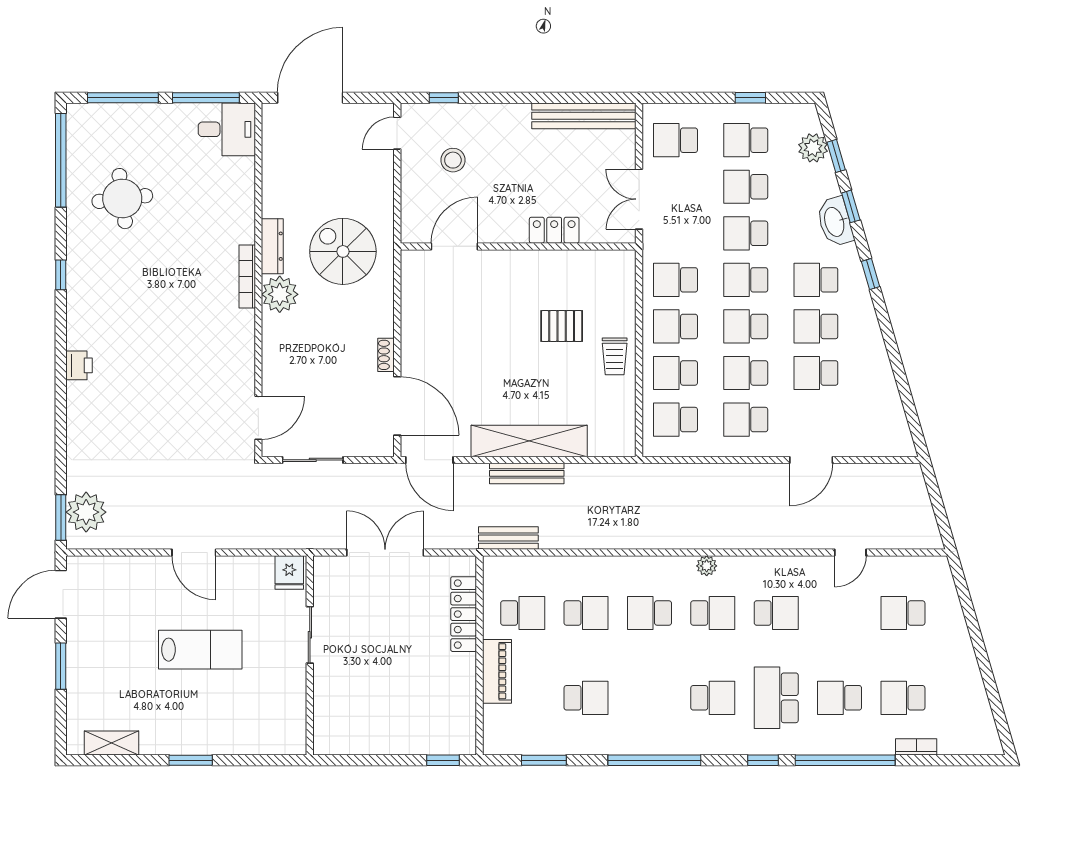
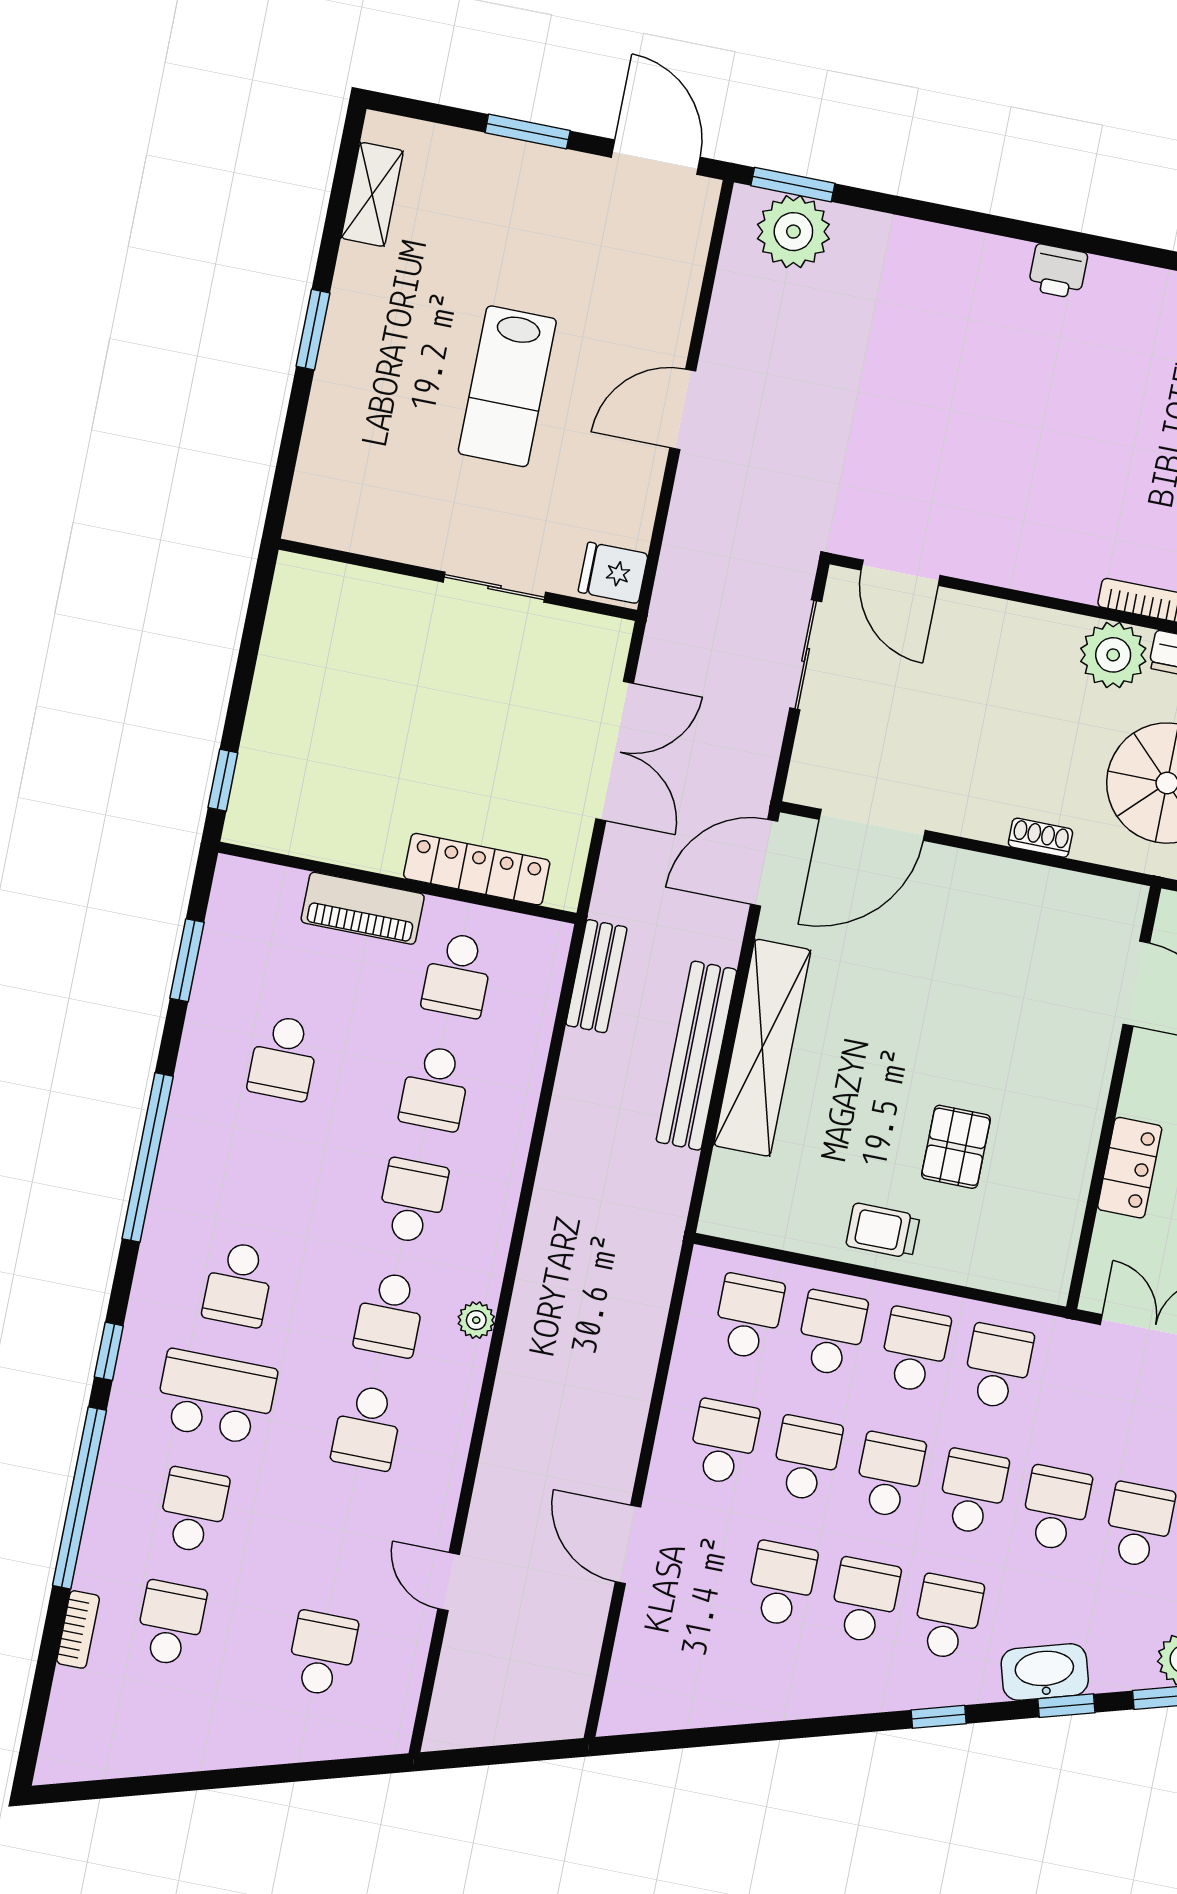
shoe rack: (386, 355) -> (1040, 838), moved
bench: (527, 473) -> (696, 1056), width x1.37, depth x1.21

